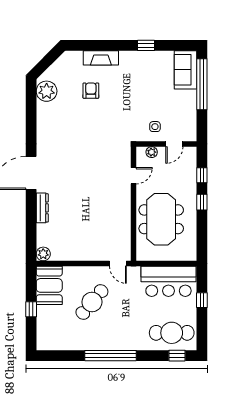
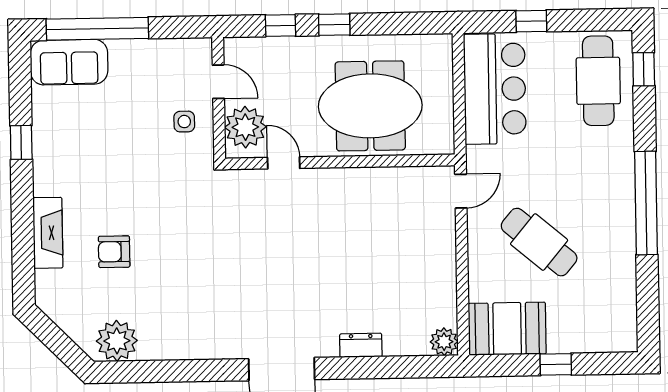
plant: (152, 152) -> (245, 127), width x1.87, depth x1.87
dresser: (42, 208) -> (361, 345), width x0.70

